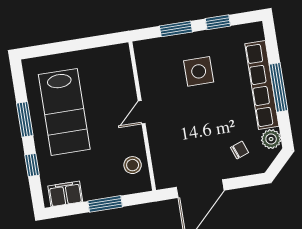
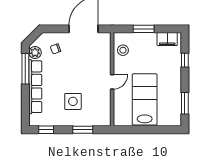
window: (218, 22) -> (46, 130), moved
window: (278, 87) -> (25, 69), moved
lab bench: (64, 112) -> (145, 99), moved
window: (25, 119) -> (185, 103), moved

